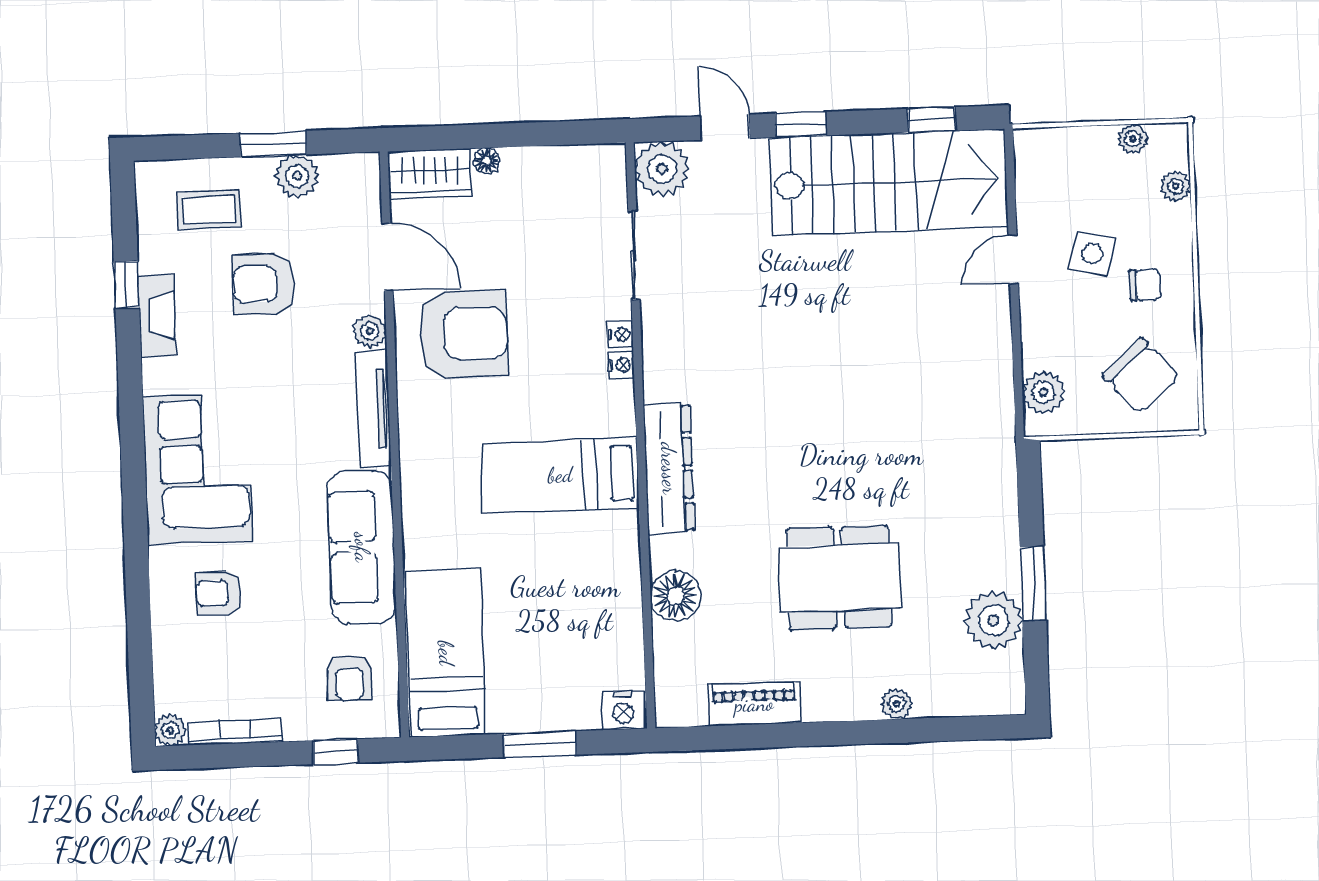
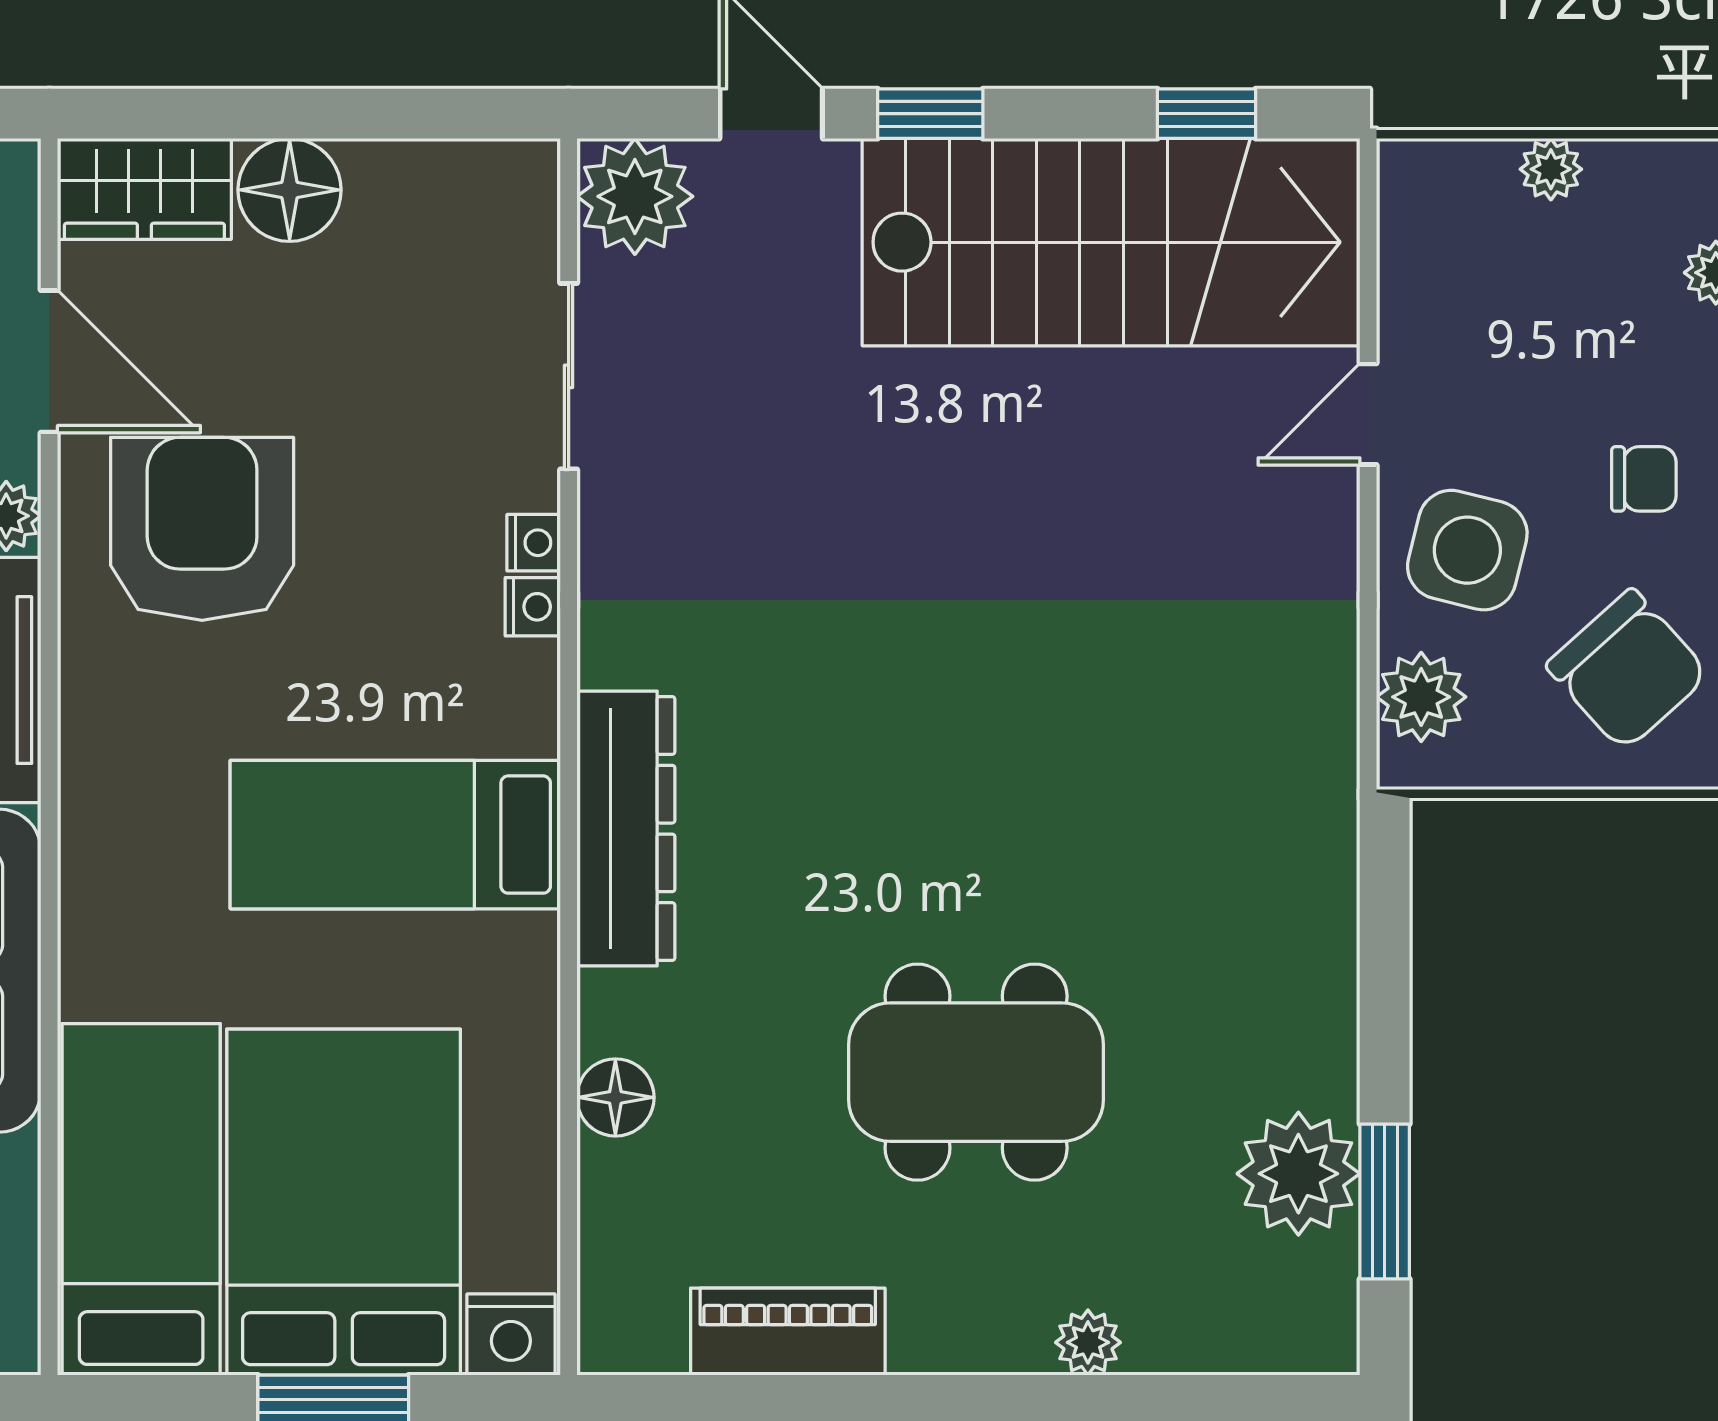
plant: (1133, 139) -> (1551, 169), moved
floor lamp: (486, 161) -> (290, 190), width x1.89, depth x1.89
side table: (1092, 254) -> (1467, 550), moved, width x1.37, depth x1.37
armchair: (463, 334) -> (202, 529), turned -90
window: (1033, 584) -> (1385, 1201), moved
floor lamp: (675, 596) -> (615, 1097), width x0.73, depth x0.73
bed: (542, 650) -> (344, 1202), added

